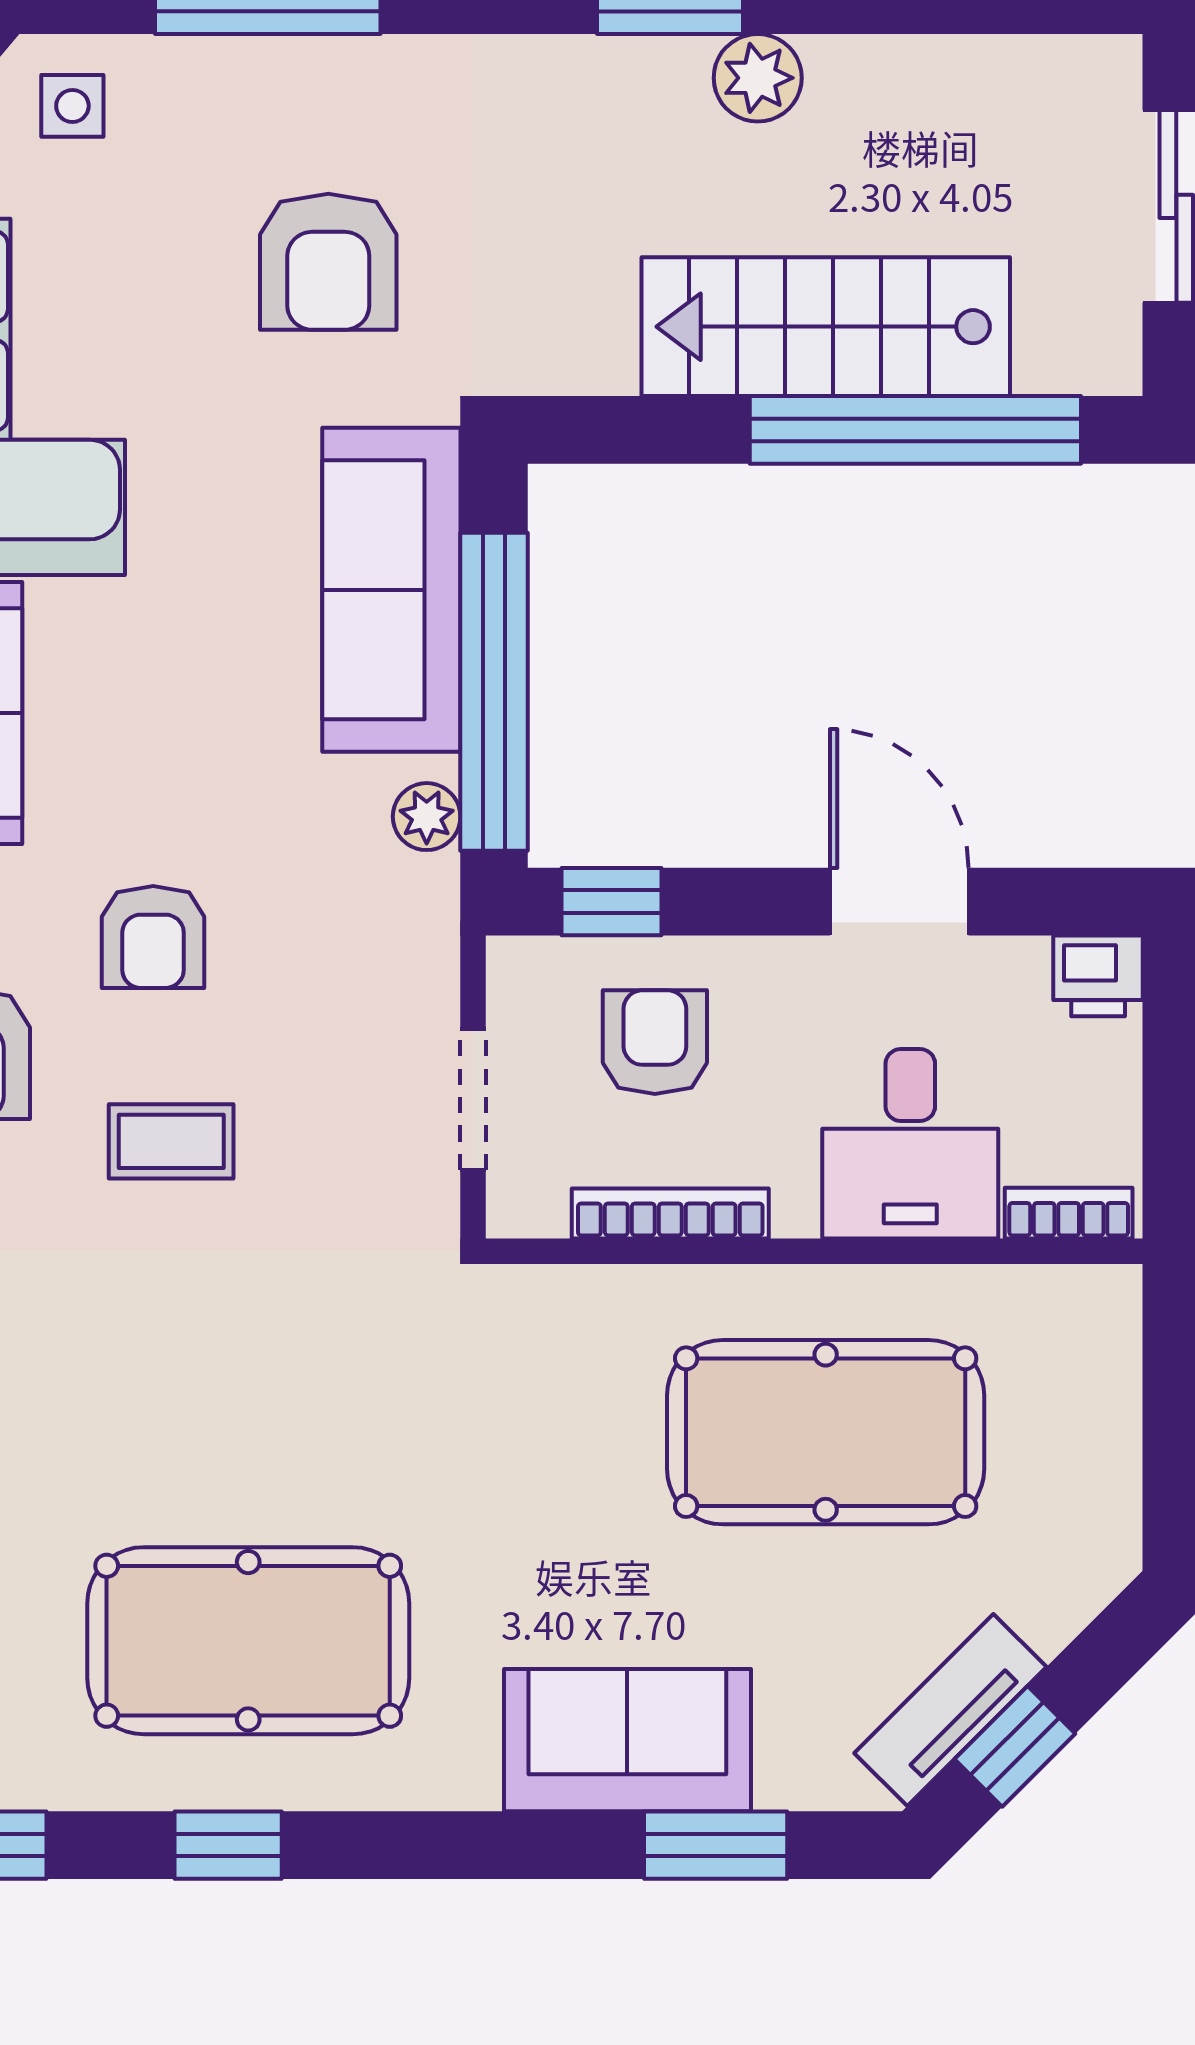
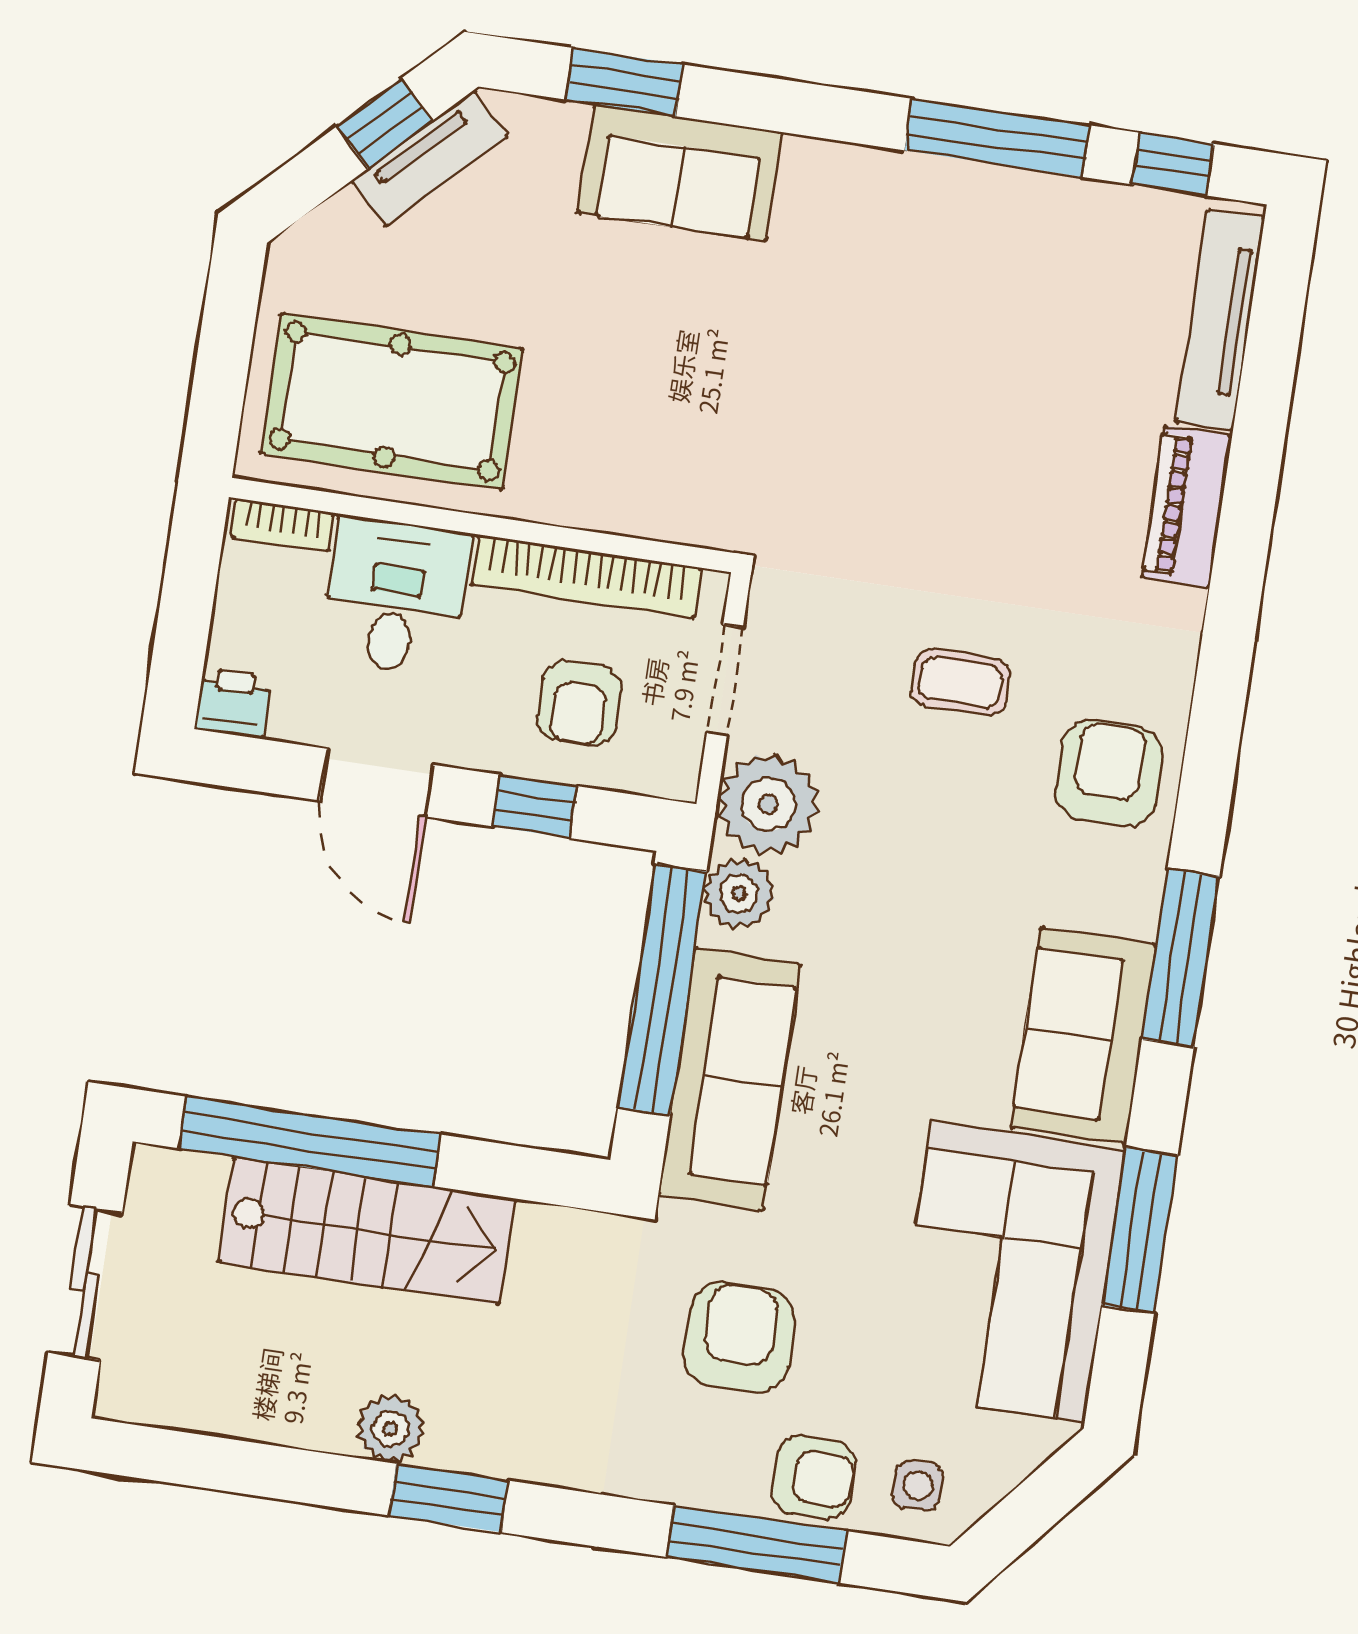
plant: (427, 817) -> (739, 893), width x1.38, depth x1.38
window: (611, 902) -> (535, 806), moved
armchair: (153, 937) -> (814, 1477), moved, turned 90
plant: (394, 949) -> (768, 804), added
bookcase: (670, 1213) -> (586, 576), width x1.48, depth x1.31
pool table: (826, 1432) -> (392, 401), moved
pool table: (248, 1641) -> (959, 292), removed
window: (228, 1845) -> (997, 138), width x2.17

